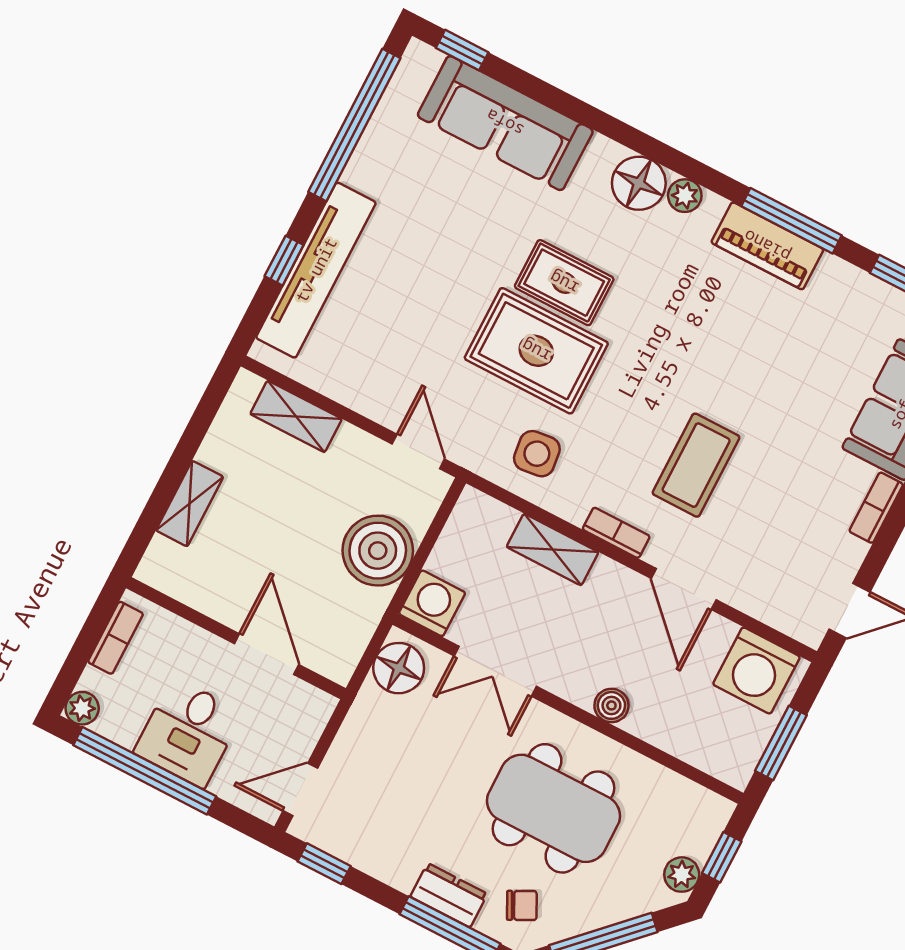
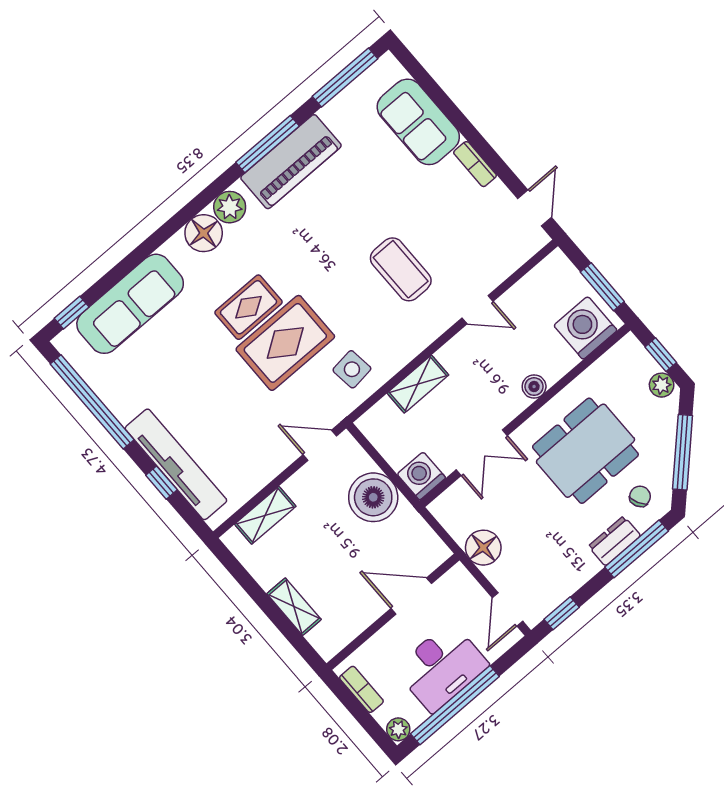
plant: (685, 196) -> (230, 207), width x1.38, depth x1.38
piano: (767, 246) -> (291, 162), width x1.37, depth x1.33
bookcase: (616, 533) -> (424, 339), removed
door: (684, 589) -> (478, 310), width x0.73
floor lamp: (399, 668) -> (483, 548), moved
washing machine: (756, 670) -> (585, 328), moved, turned 180
desk: (188, 733) -> (442, 667), width x1.37

